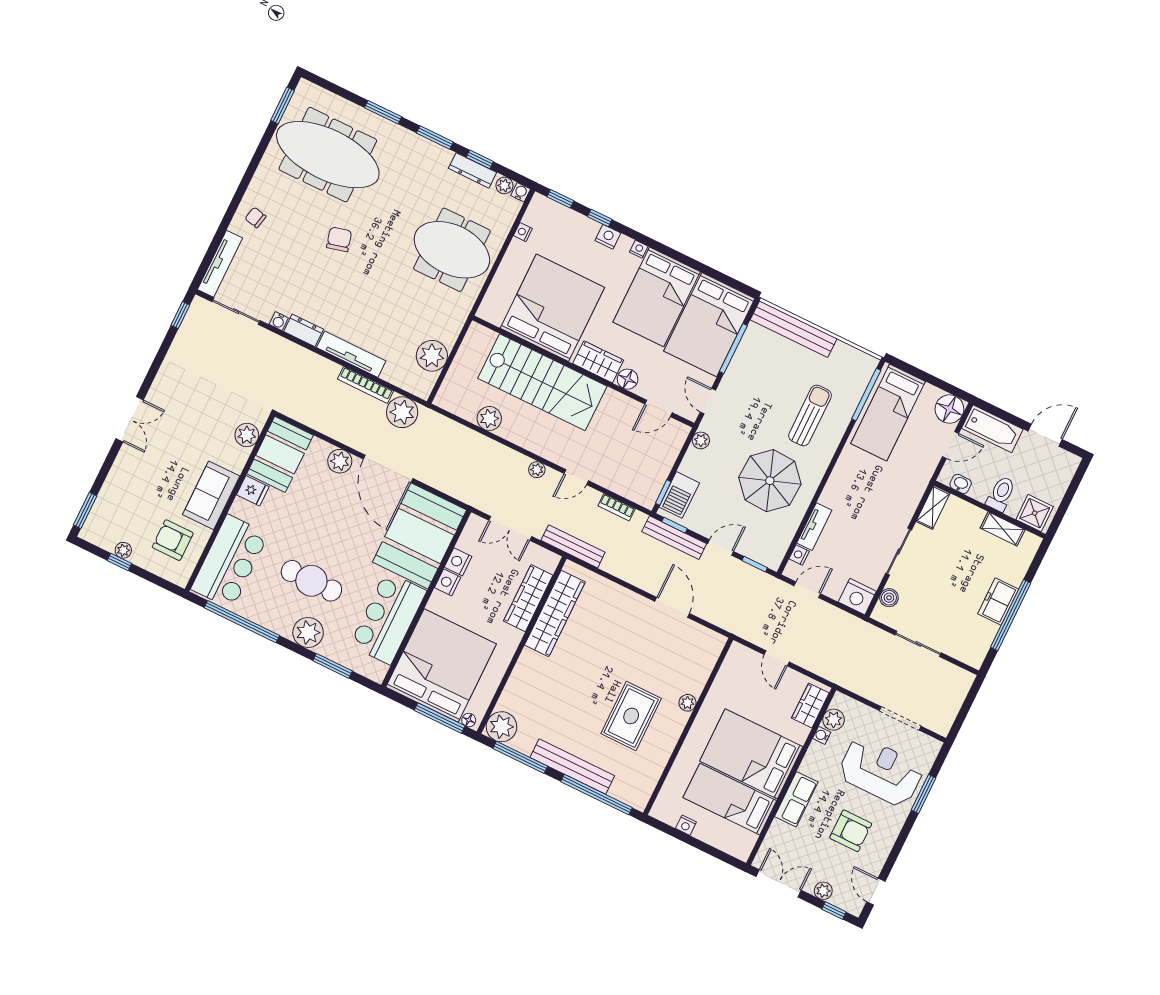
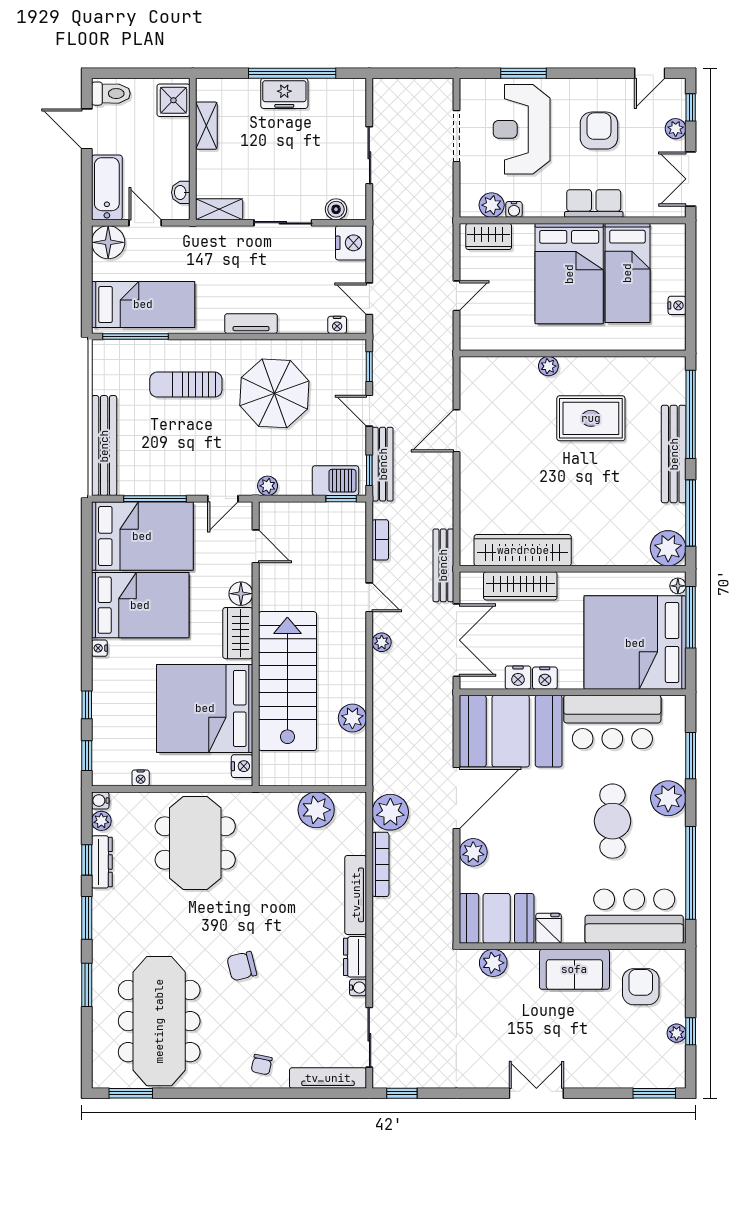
nightstand: (608, 237) -> (242, 766), moved, turned 180
toilet: (1001, 494) -> (111, 94), moved, turned 180
tv unit: (814, 527) -> (251, 324), moved
double door: (510, 528) -> (456, 640), width x1.37
armchair: (173, 540) -> (641, 987), turned 180

